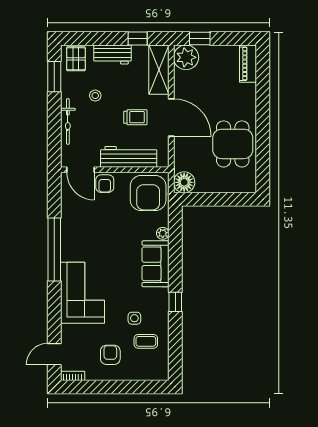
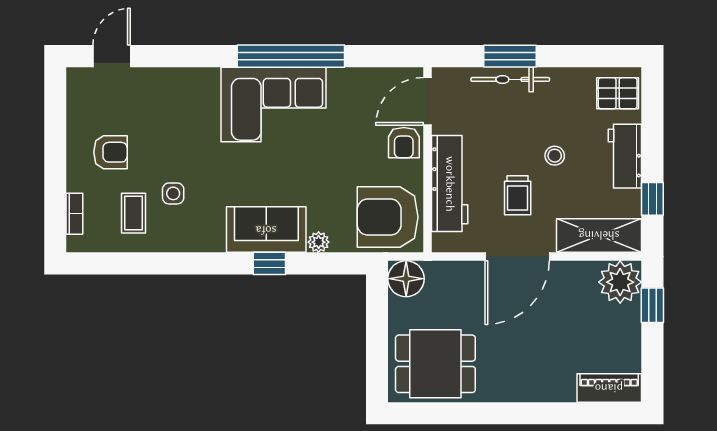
window: (54, 77) -> (510, 56), moved
stool: (95, 96) -> (555, 156), moved
dining table: (233, 144) -> (435, 364), moved
armchair: (105, 184) -> (404, 143), turned -90
corner sofa: (82, 293) -> (274, 104), moved
window: (175, 302) -> (269, 263), moved
door: (54, 354) -> (112, 56), hinge flipped
bookcase: (73, 376) -> (74, 214), moved

